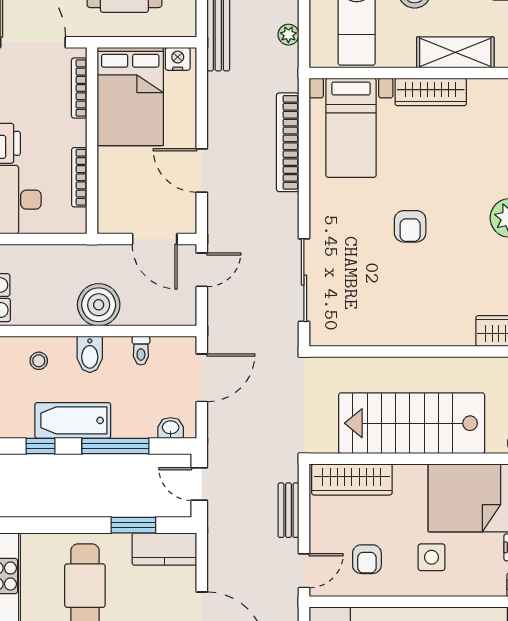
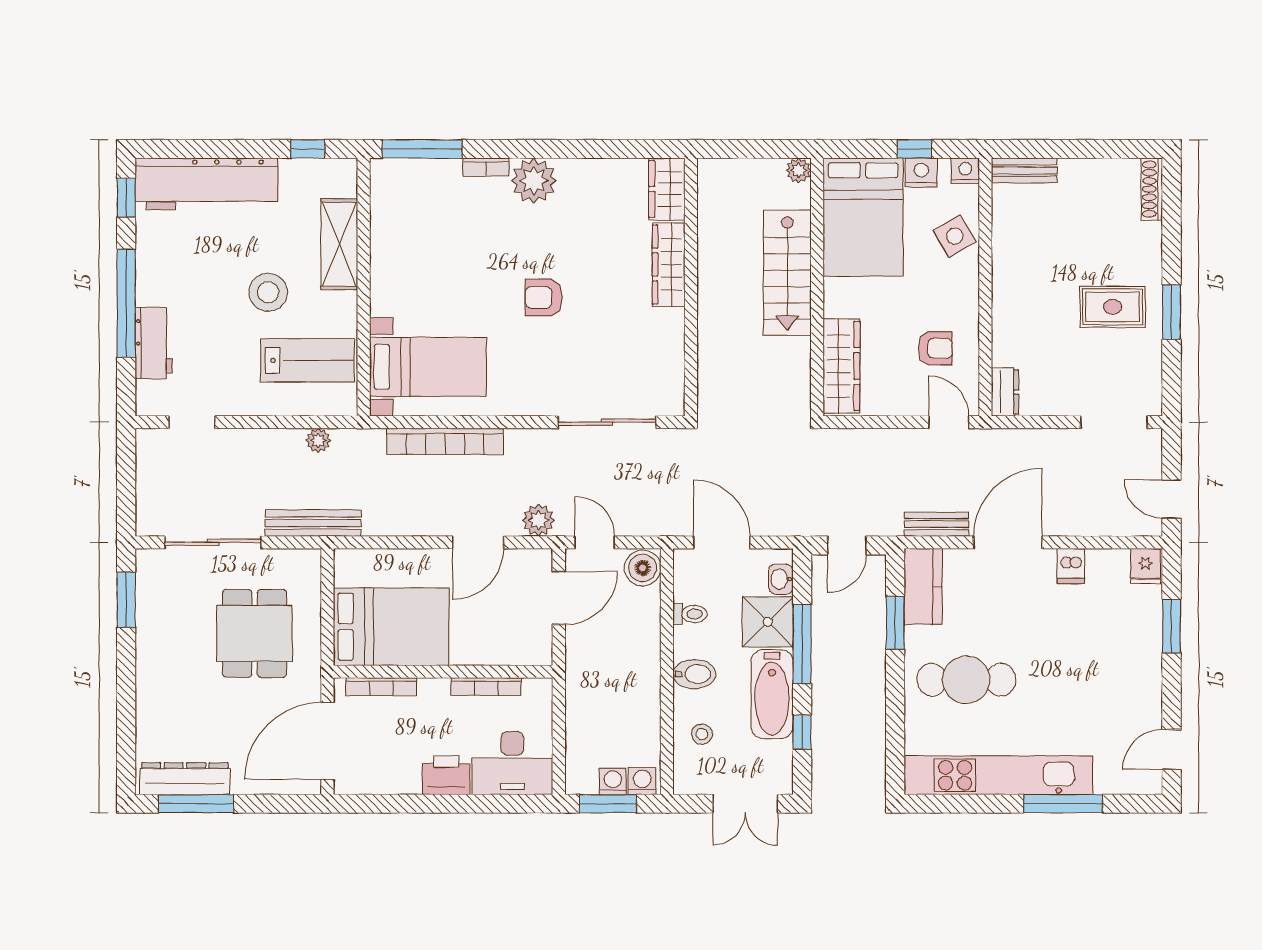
nightstand: (178, 59) -> (347, 571), removed
wardrobe: (431, 92) -> (669, 265), moved, turned 180
plant: (221, 222) -> (538, 520), added
armchair: (410, 226) -> (544, 297), turned 180
boiler: (99, 305) -> (643, 568), moved, width x0.73, depth x0.73
shower: (134, 417) -> (768, 622), added
stairs: (412, 423) -> (787, 273), width x0.73, depth x0.66
bench: (288, 510) -> (936, 524), moved
side table: (432, 557) -> (955, 236), moved, turned -30

